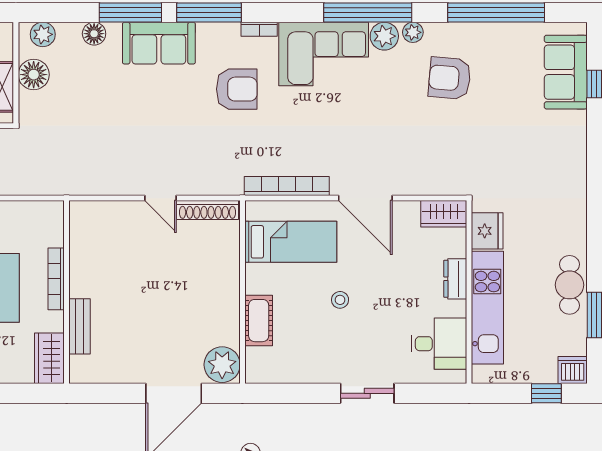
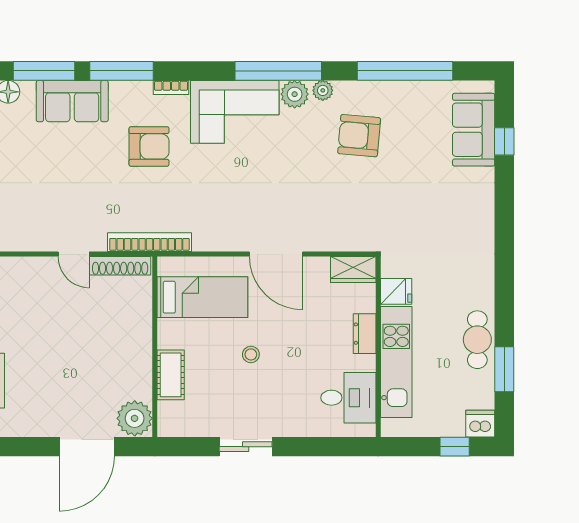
bookcase: (287, 186) -> (149, 242), moved
fridge: (487, 231) -> (396, 291), width x0.72
sliding door: (367, 393) -> (246, 447), moved

